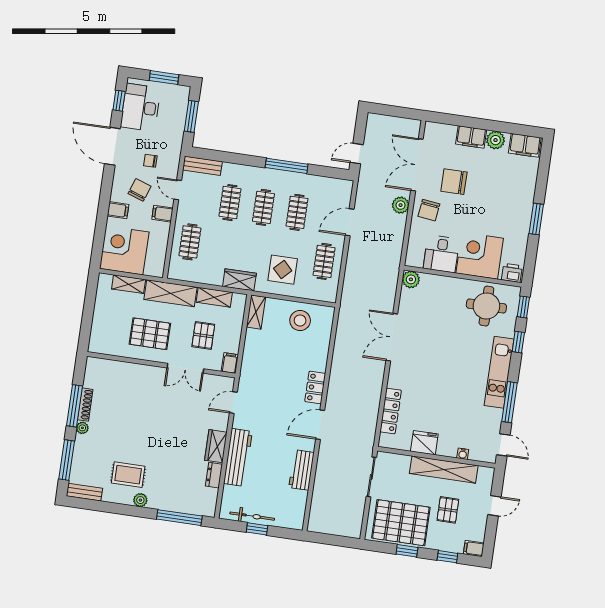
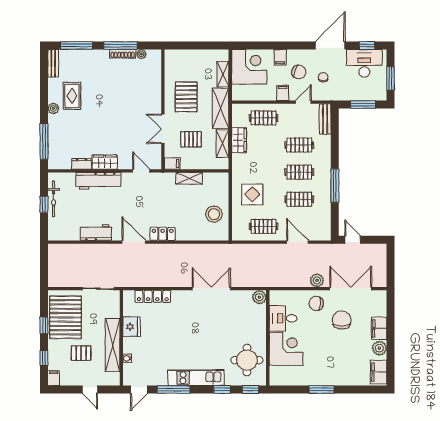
printer: (512, 273) -> (276, 376), removed
wardrobe: (239, 280) -> (239, 140), moved
shelving: (256, 312) -> (189, 178), moved
plant: (82, 428) -> (141, 54), moved

